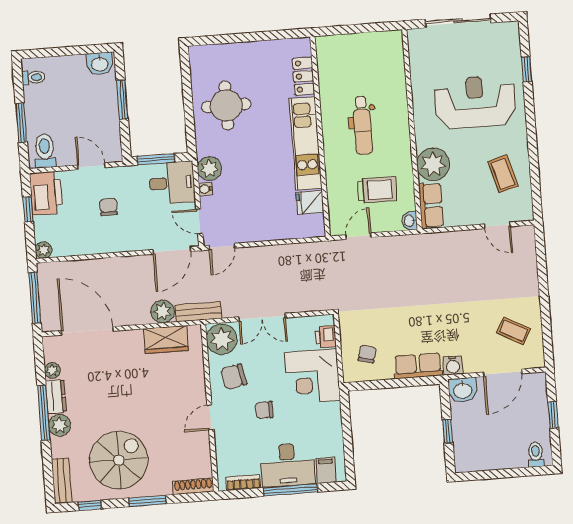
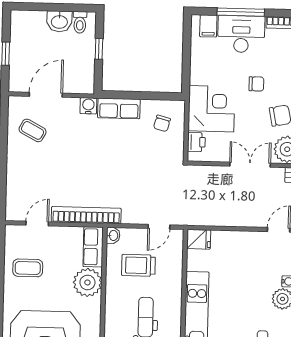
coffee table: (503, 174) -> (28, 268), turned -74
fridge: (310, 202) -> (199, 239), moved
door: (497, 225) -> (37, 224), hinge flipped
bookcase: (443, 241) -> (86, 215), added
washbasin: (463, 390) -> (59, 21), moved, turned 180
toilet: (536, 454) -> (80, 22), moved

